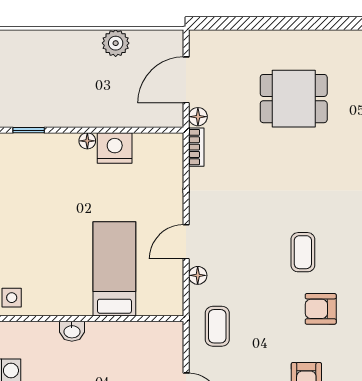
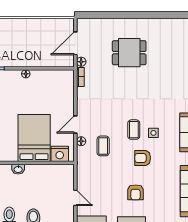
plant: (116, 43) -> (40, 25), removed
nightstand: (115, 148) -> (60, 154), moved, turned 180
side table: (342, 259) -> (153, 133), added
bed: (114, 269) -> (34, 138), width x1.50
coffee table: (217, 326) -> (103, 146), moved

